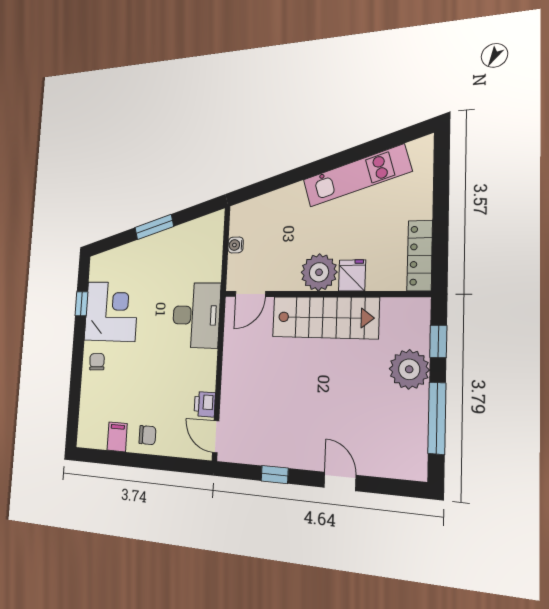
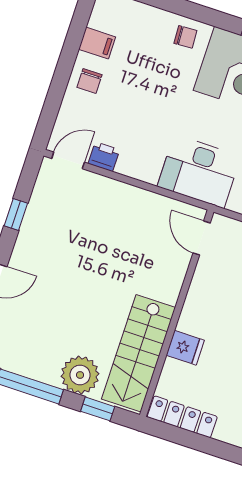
plant: (319, 272) -> (199, 316), removed
stairs: (325, 317) -> (138, 353), moved

